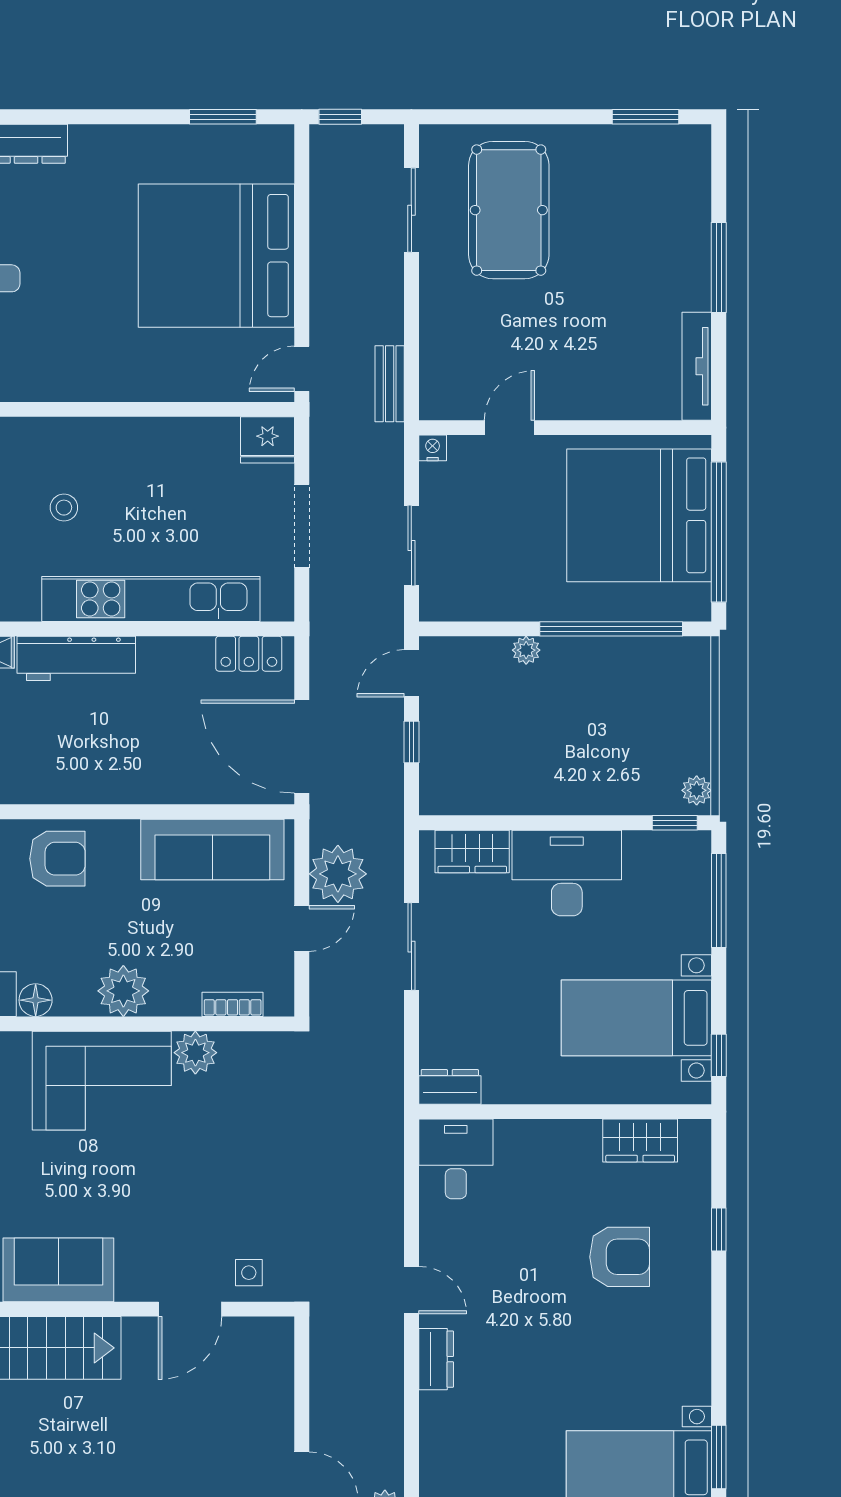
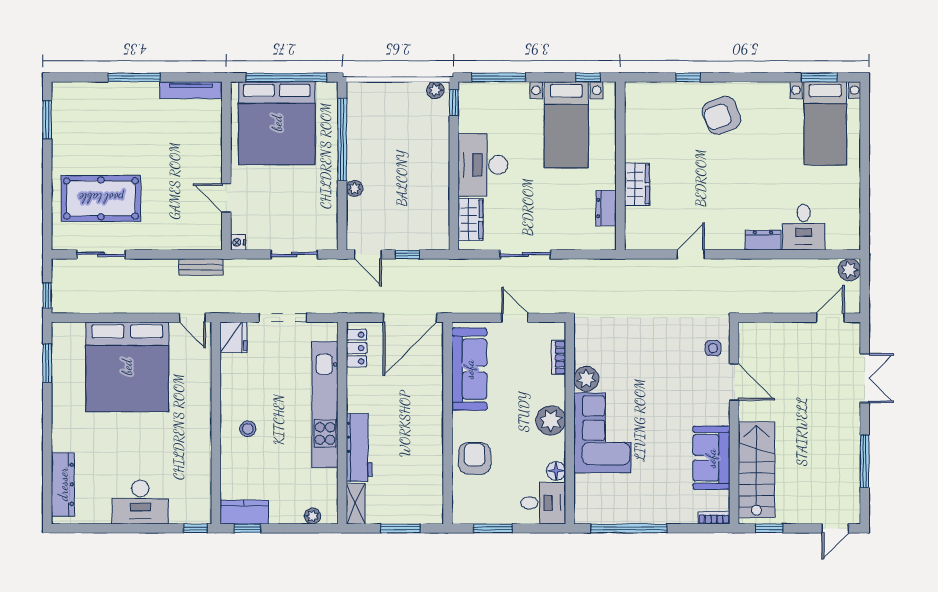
stool: (64, 508) -> (248, 429), moved
plant: (338, 874) -> (483, 297), removed
dresser: (450, 1087) -> (606, 208), moved
wardrobe: (640, 1140) -> (637, 184), moved
desk: (456, 1159) -> (804, 227), moved, turned -90
armchair: (620, 1257) -> (722, 115), moved, turned -111
door: (411, 1290) -> (691, 254), moved

